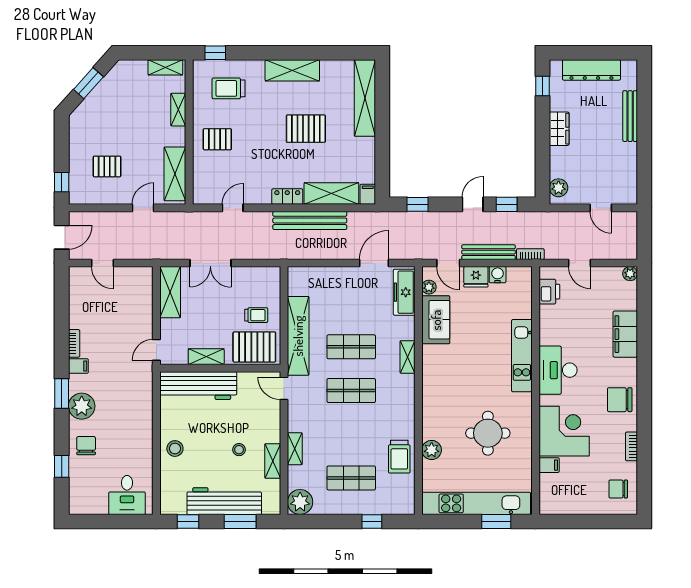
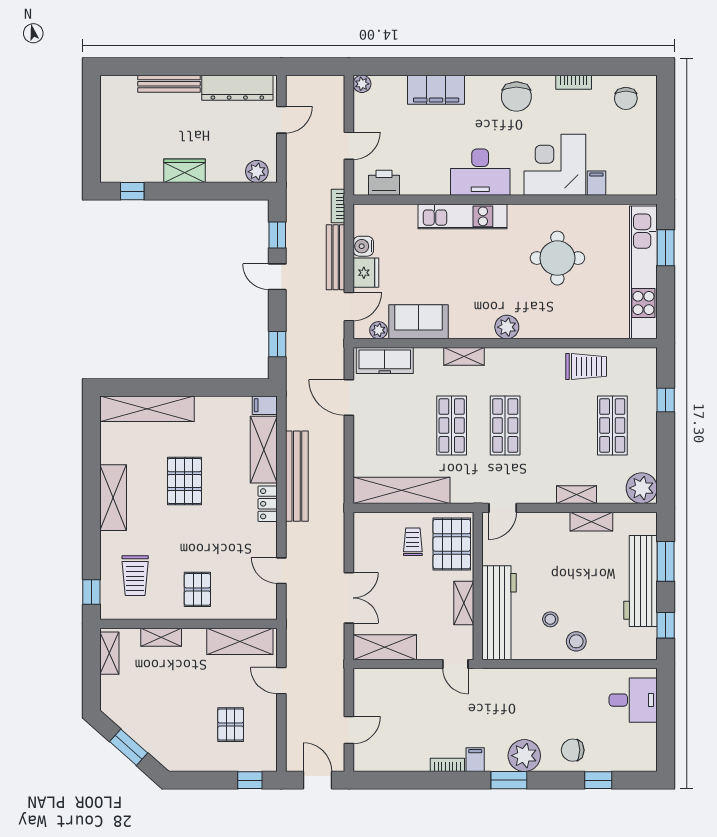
dresser: (591, 70) -> (237, 88), moved, turned 90
shelving: (298, 336) -> (401, 490), moved
stool: (239, 450) -> (550, 619), moved
plant: (432, 450) -> (507, 327), moved

